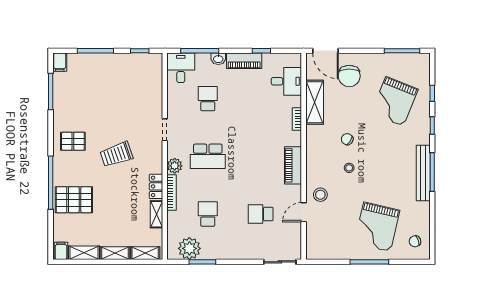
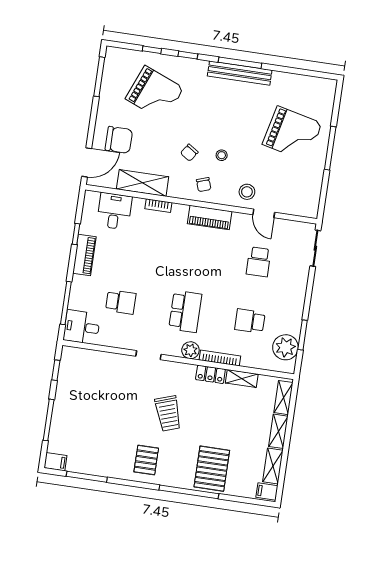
washbasin: (218, 59) -> (78, 284), removed
school desk: (208, 99) -> (121, 302), turned 180
chair: (415, 241) -> (204, 185), moved

